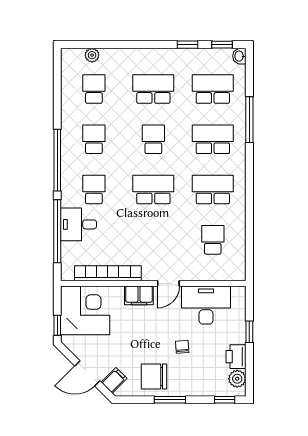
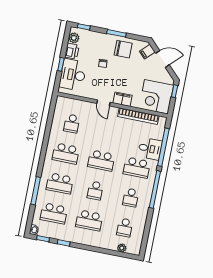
school desk: (94, 190) -> (137, 168), width x1.85
door: (168, 283) -> (103, 103), swing flipped
desk: (206, 305) -> (73, 75), moved, turned 90

